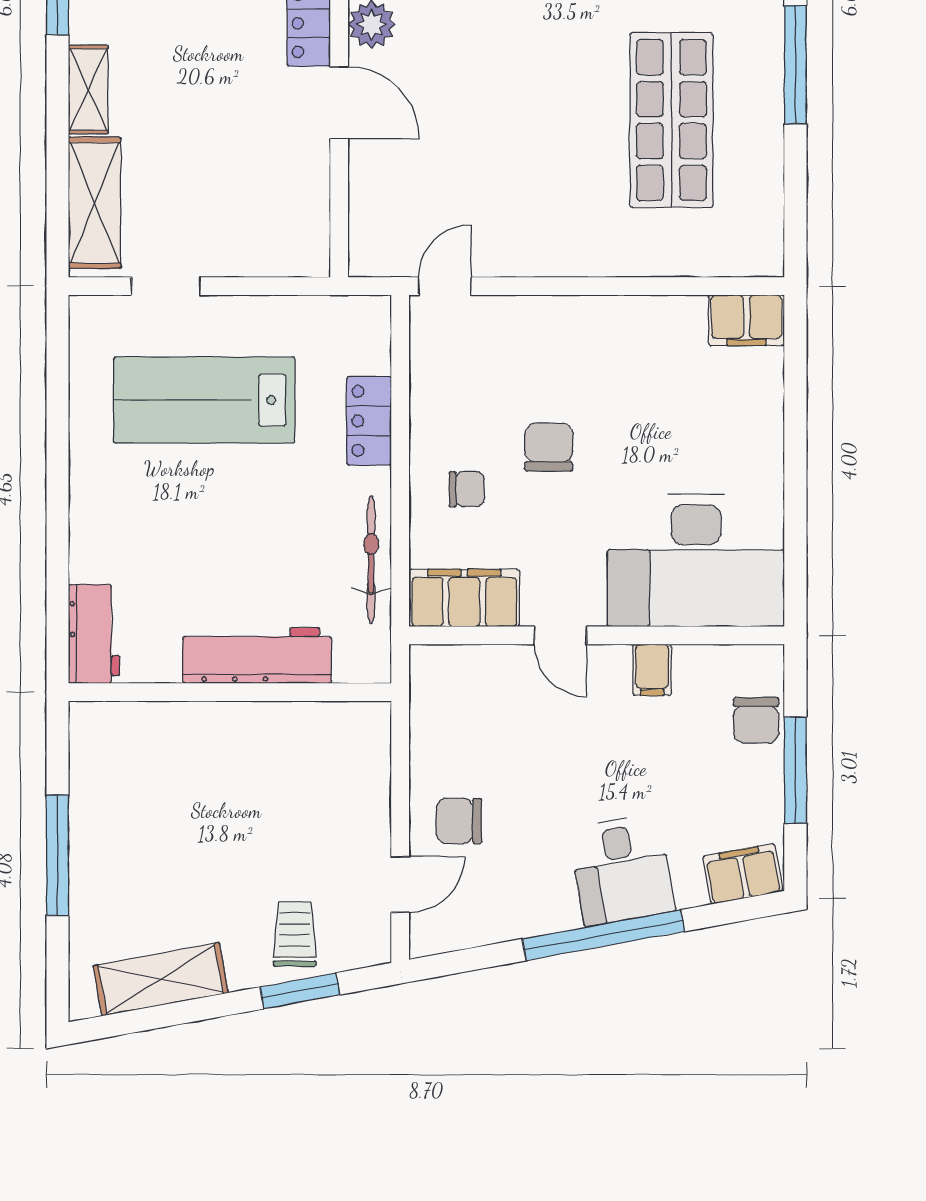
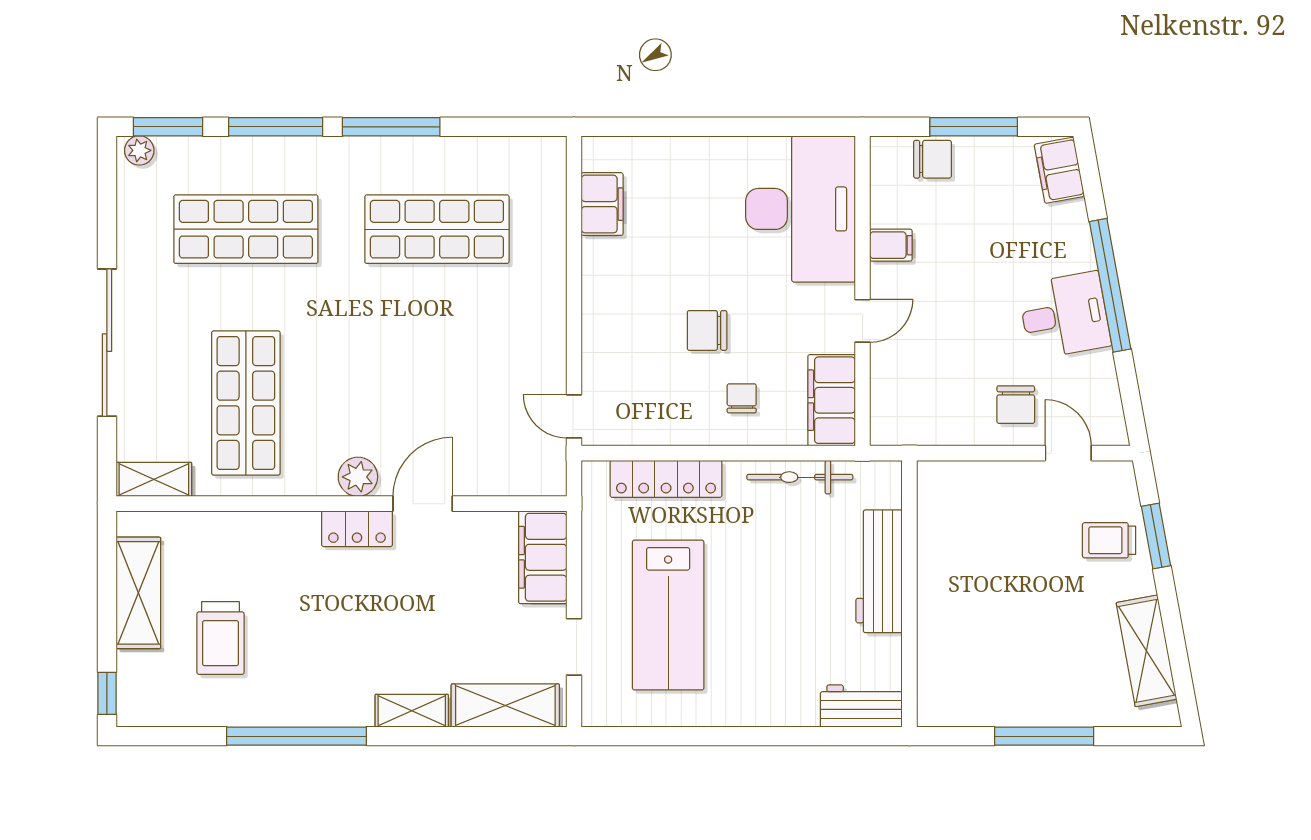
filing cabinet: (274, 248) -> (543, 557), added
filing cabinet: (746, 320) -> (602, 204), moved
locker: (369, 421) -> (666, 479), width x1.53
desk: (622, 870) -> (1064, 315), moved

